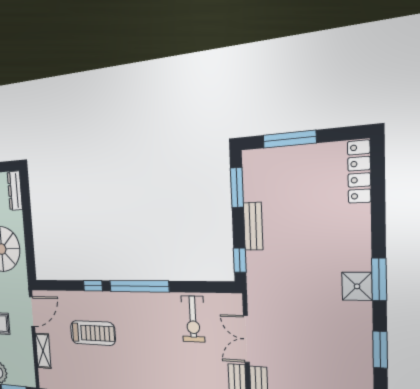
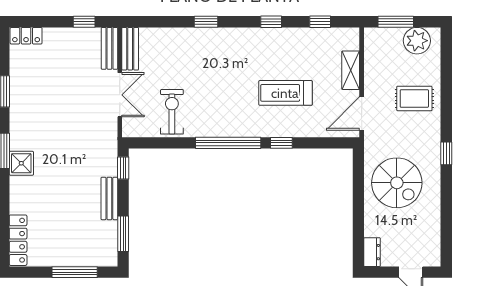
dresser: (15, 191) -> (372, 252), width x0.70
shower: (357, 286) -> (21, 163), moved

